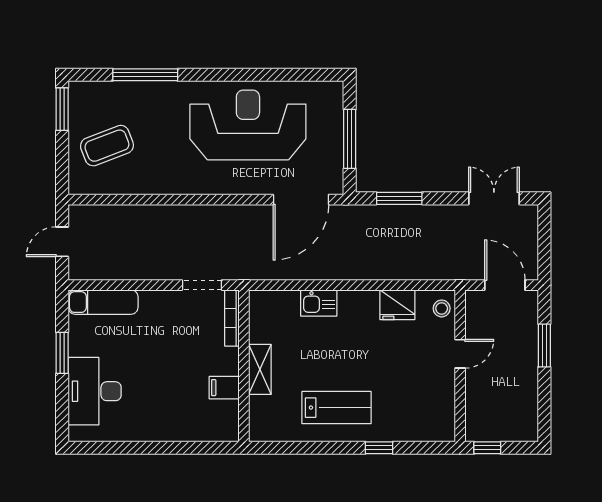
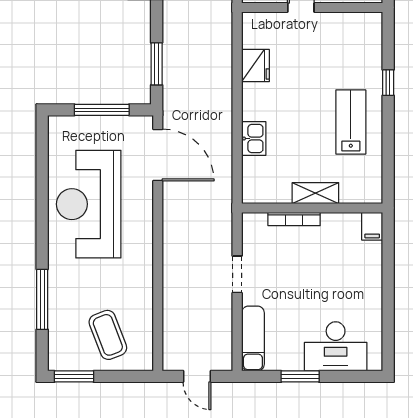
doorway: (202, 285) -> (237, 274), moved
stool: (442, 308) -> (259, 25), removed
bookcase: (232, 318) -> (294, 219), moved
filing cabinet: (224, 388) -> (372, 226), moved

